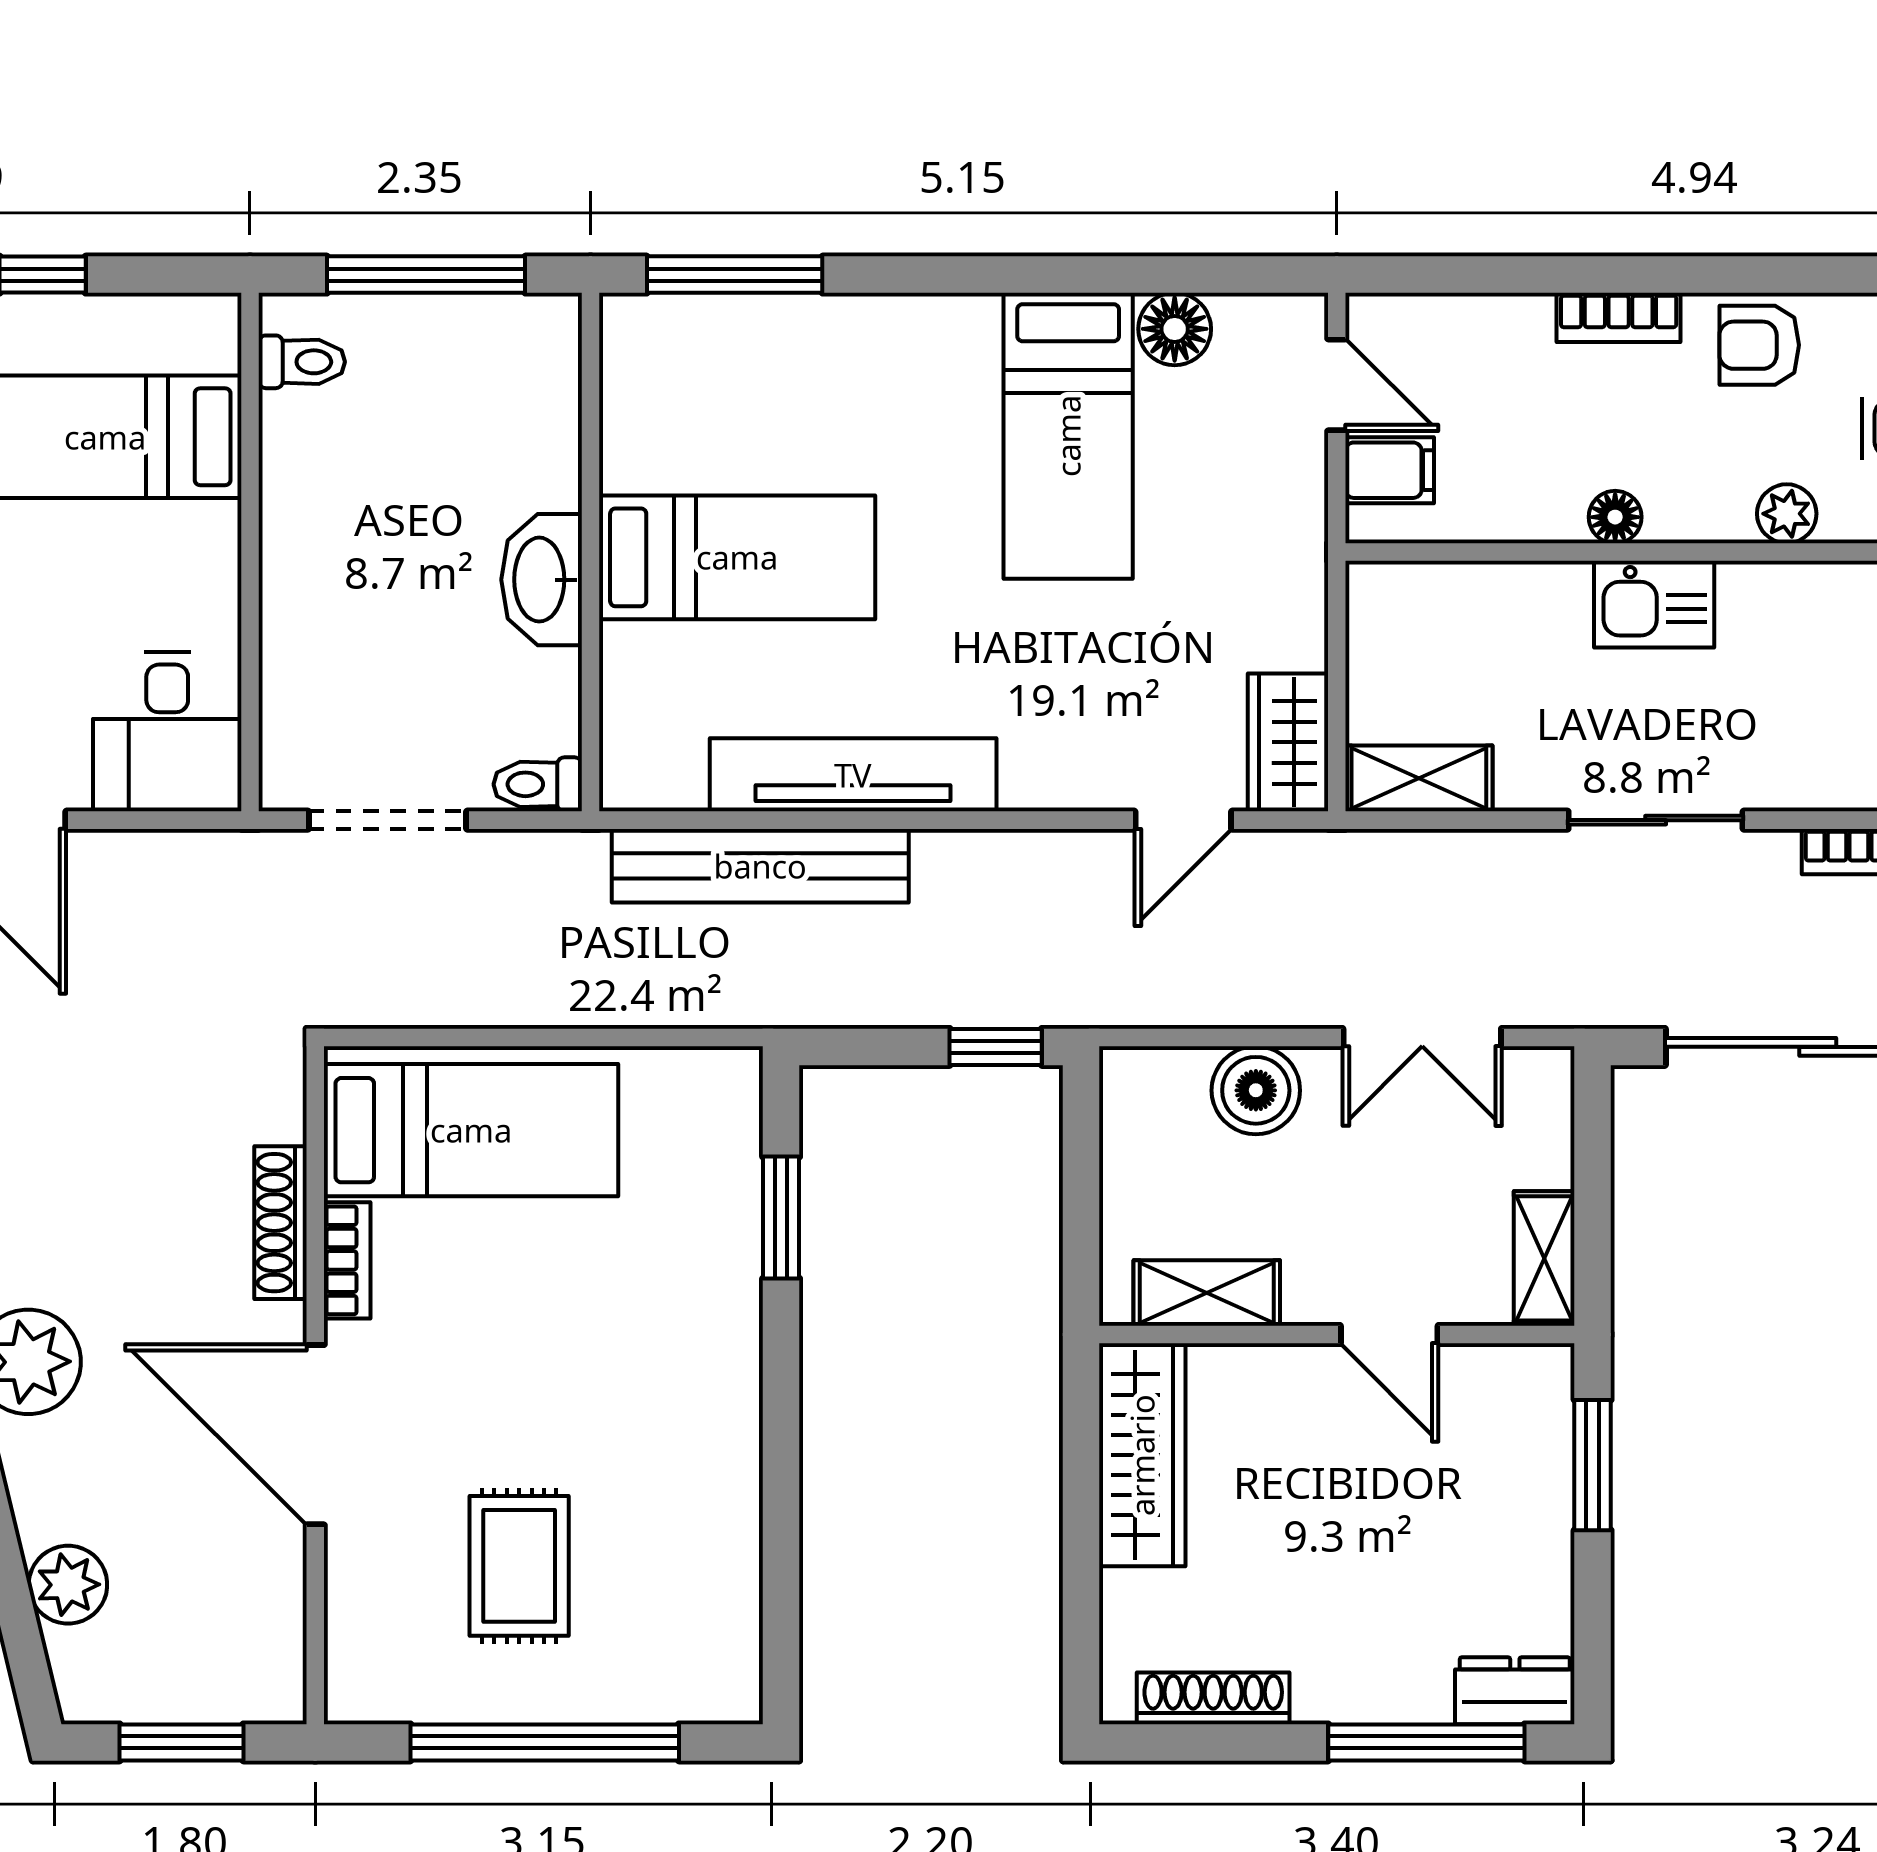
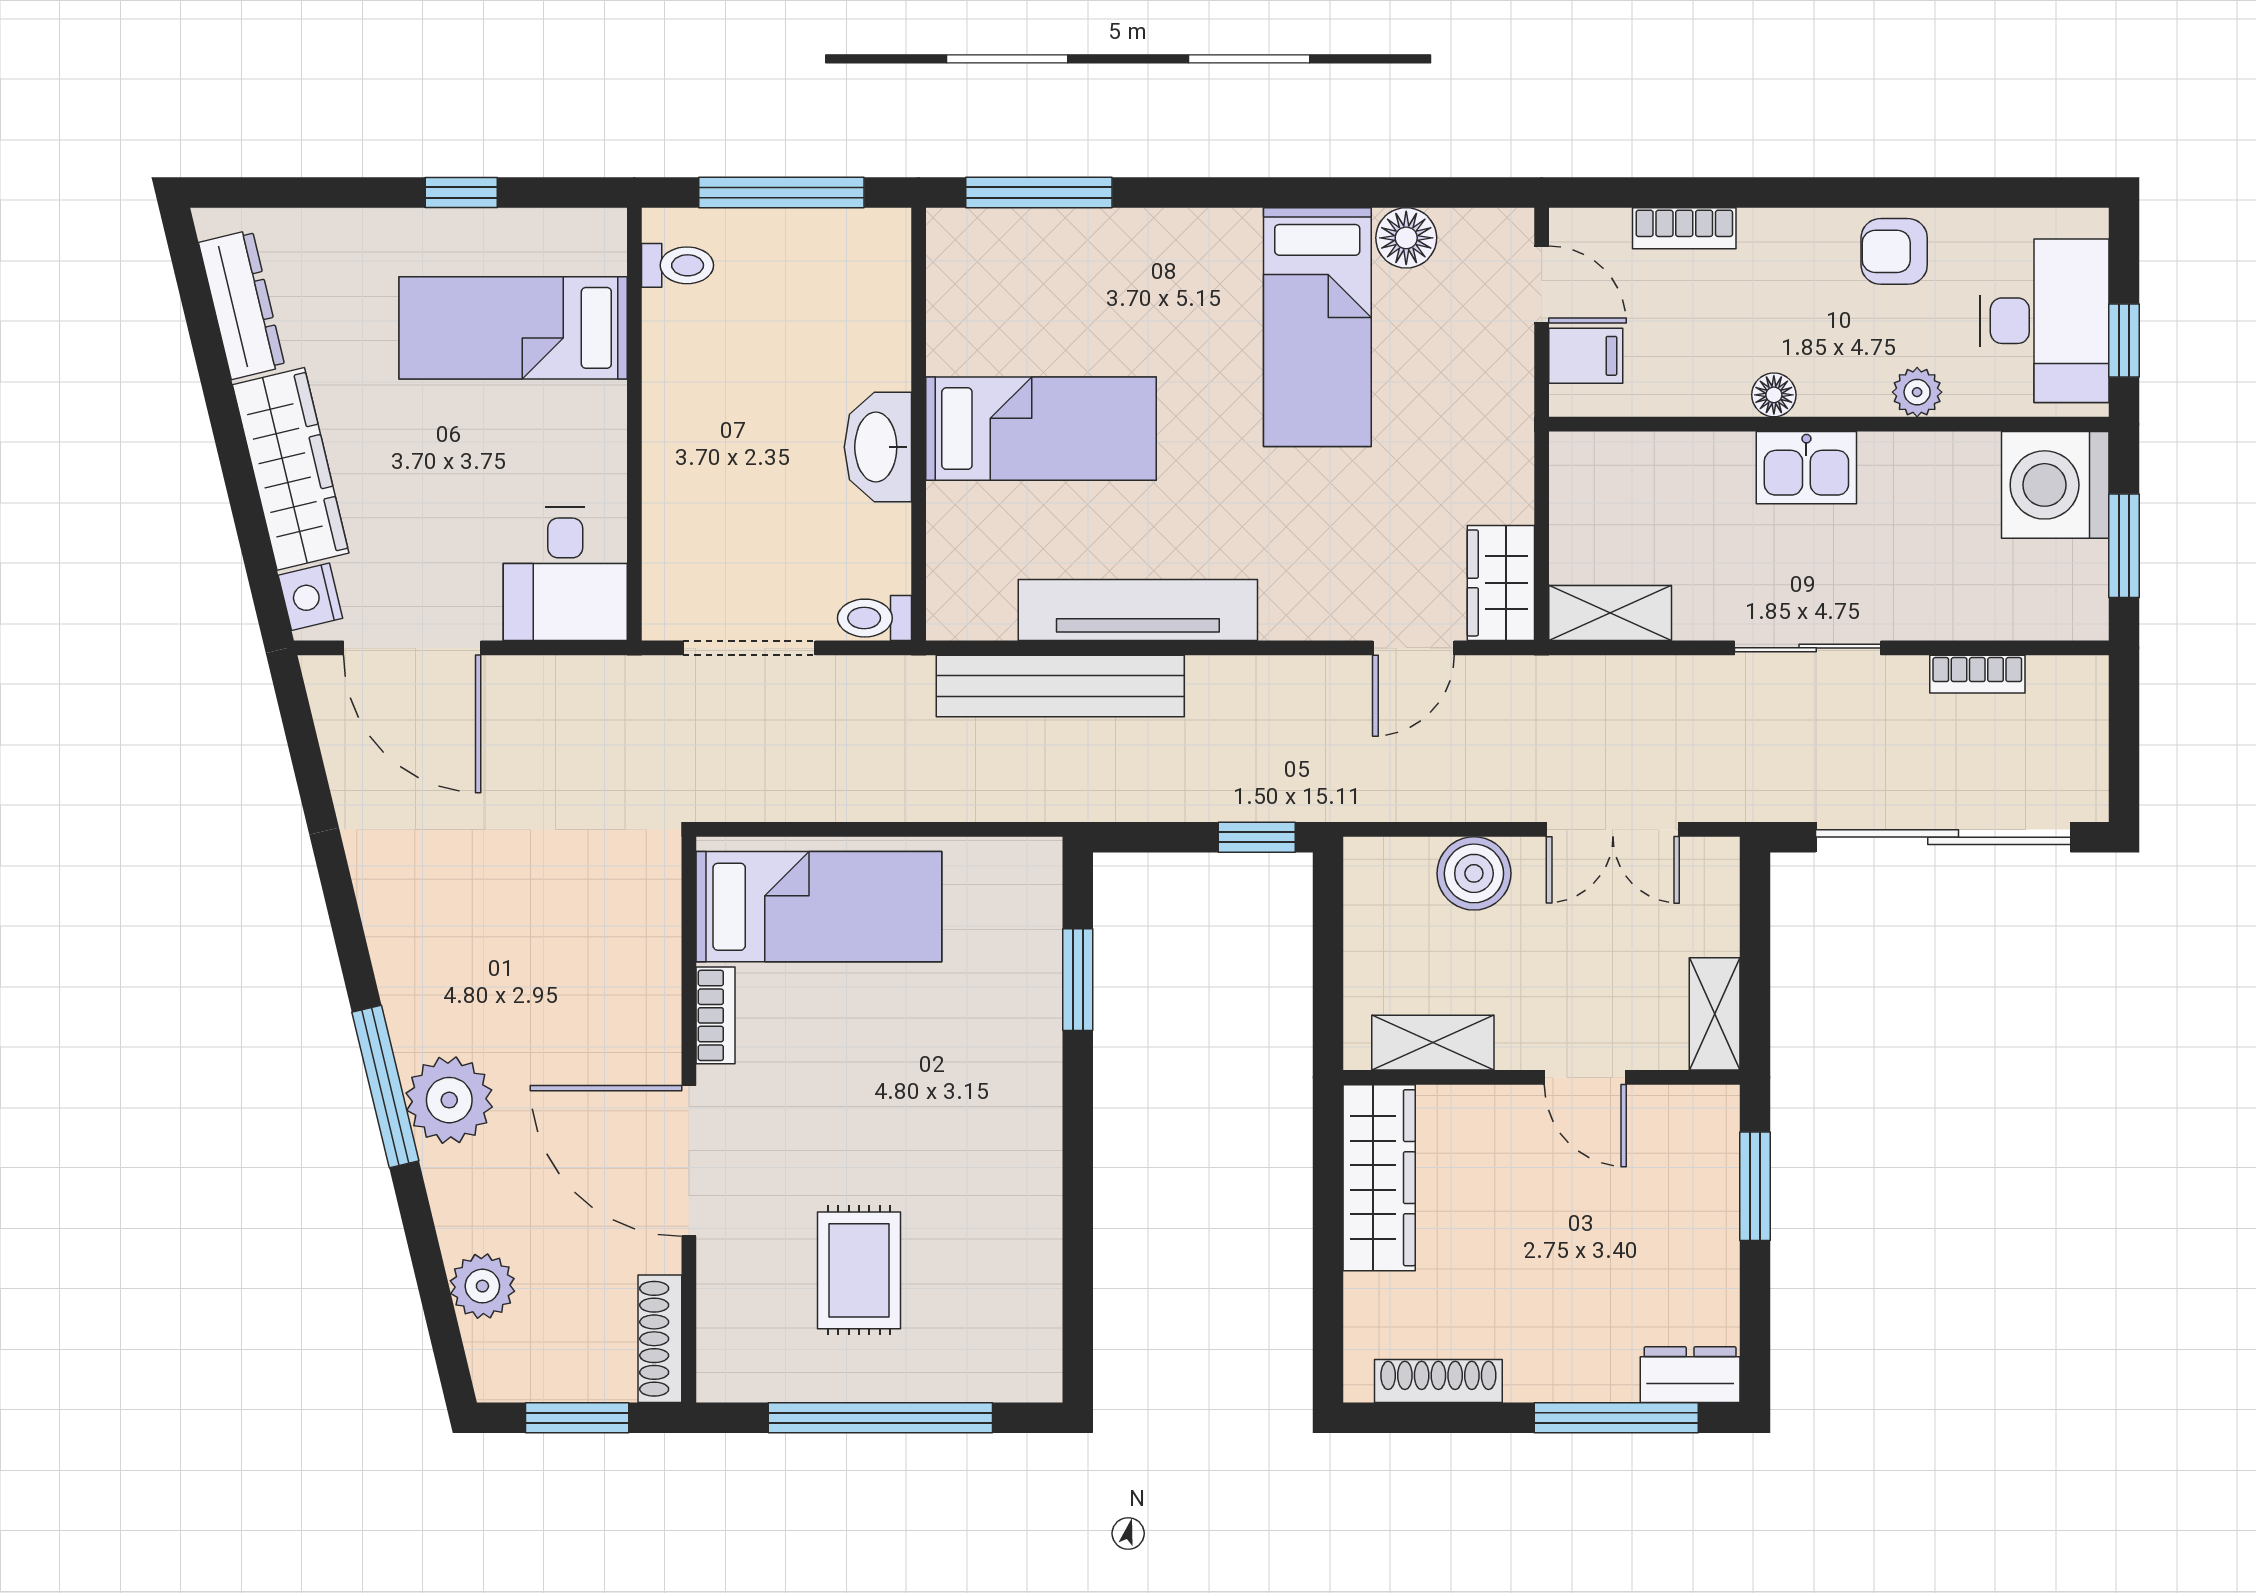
bookcase: (1619, 317) -> (1684, 228), moved
shoe rack: (280, 1223) -> (660, 1339), moved

